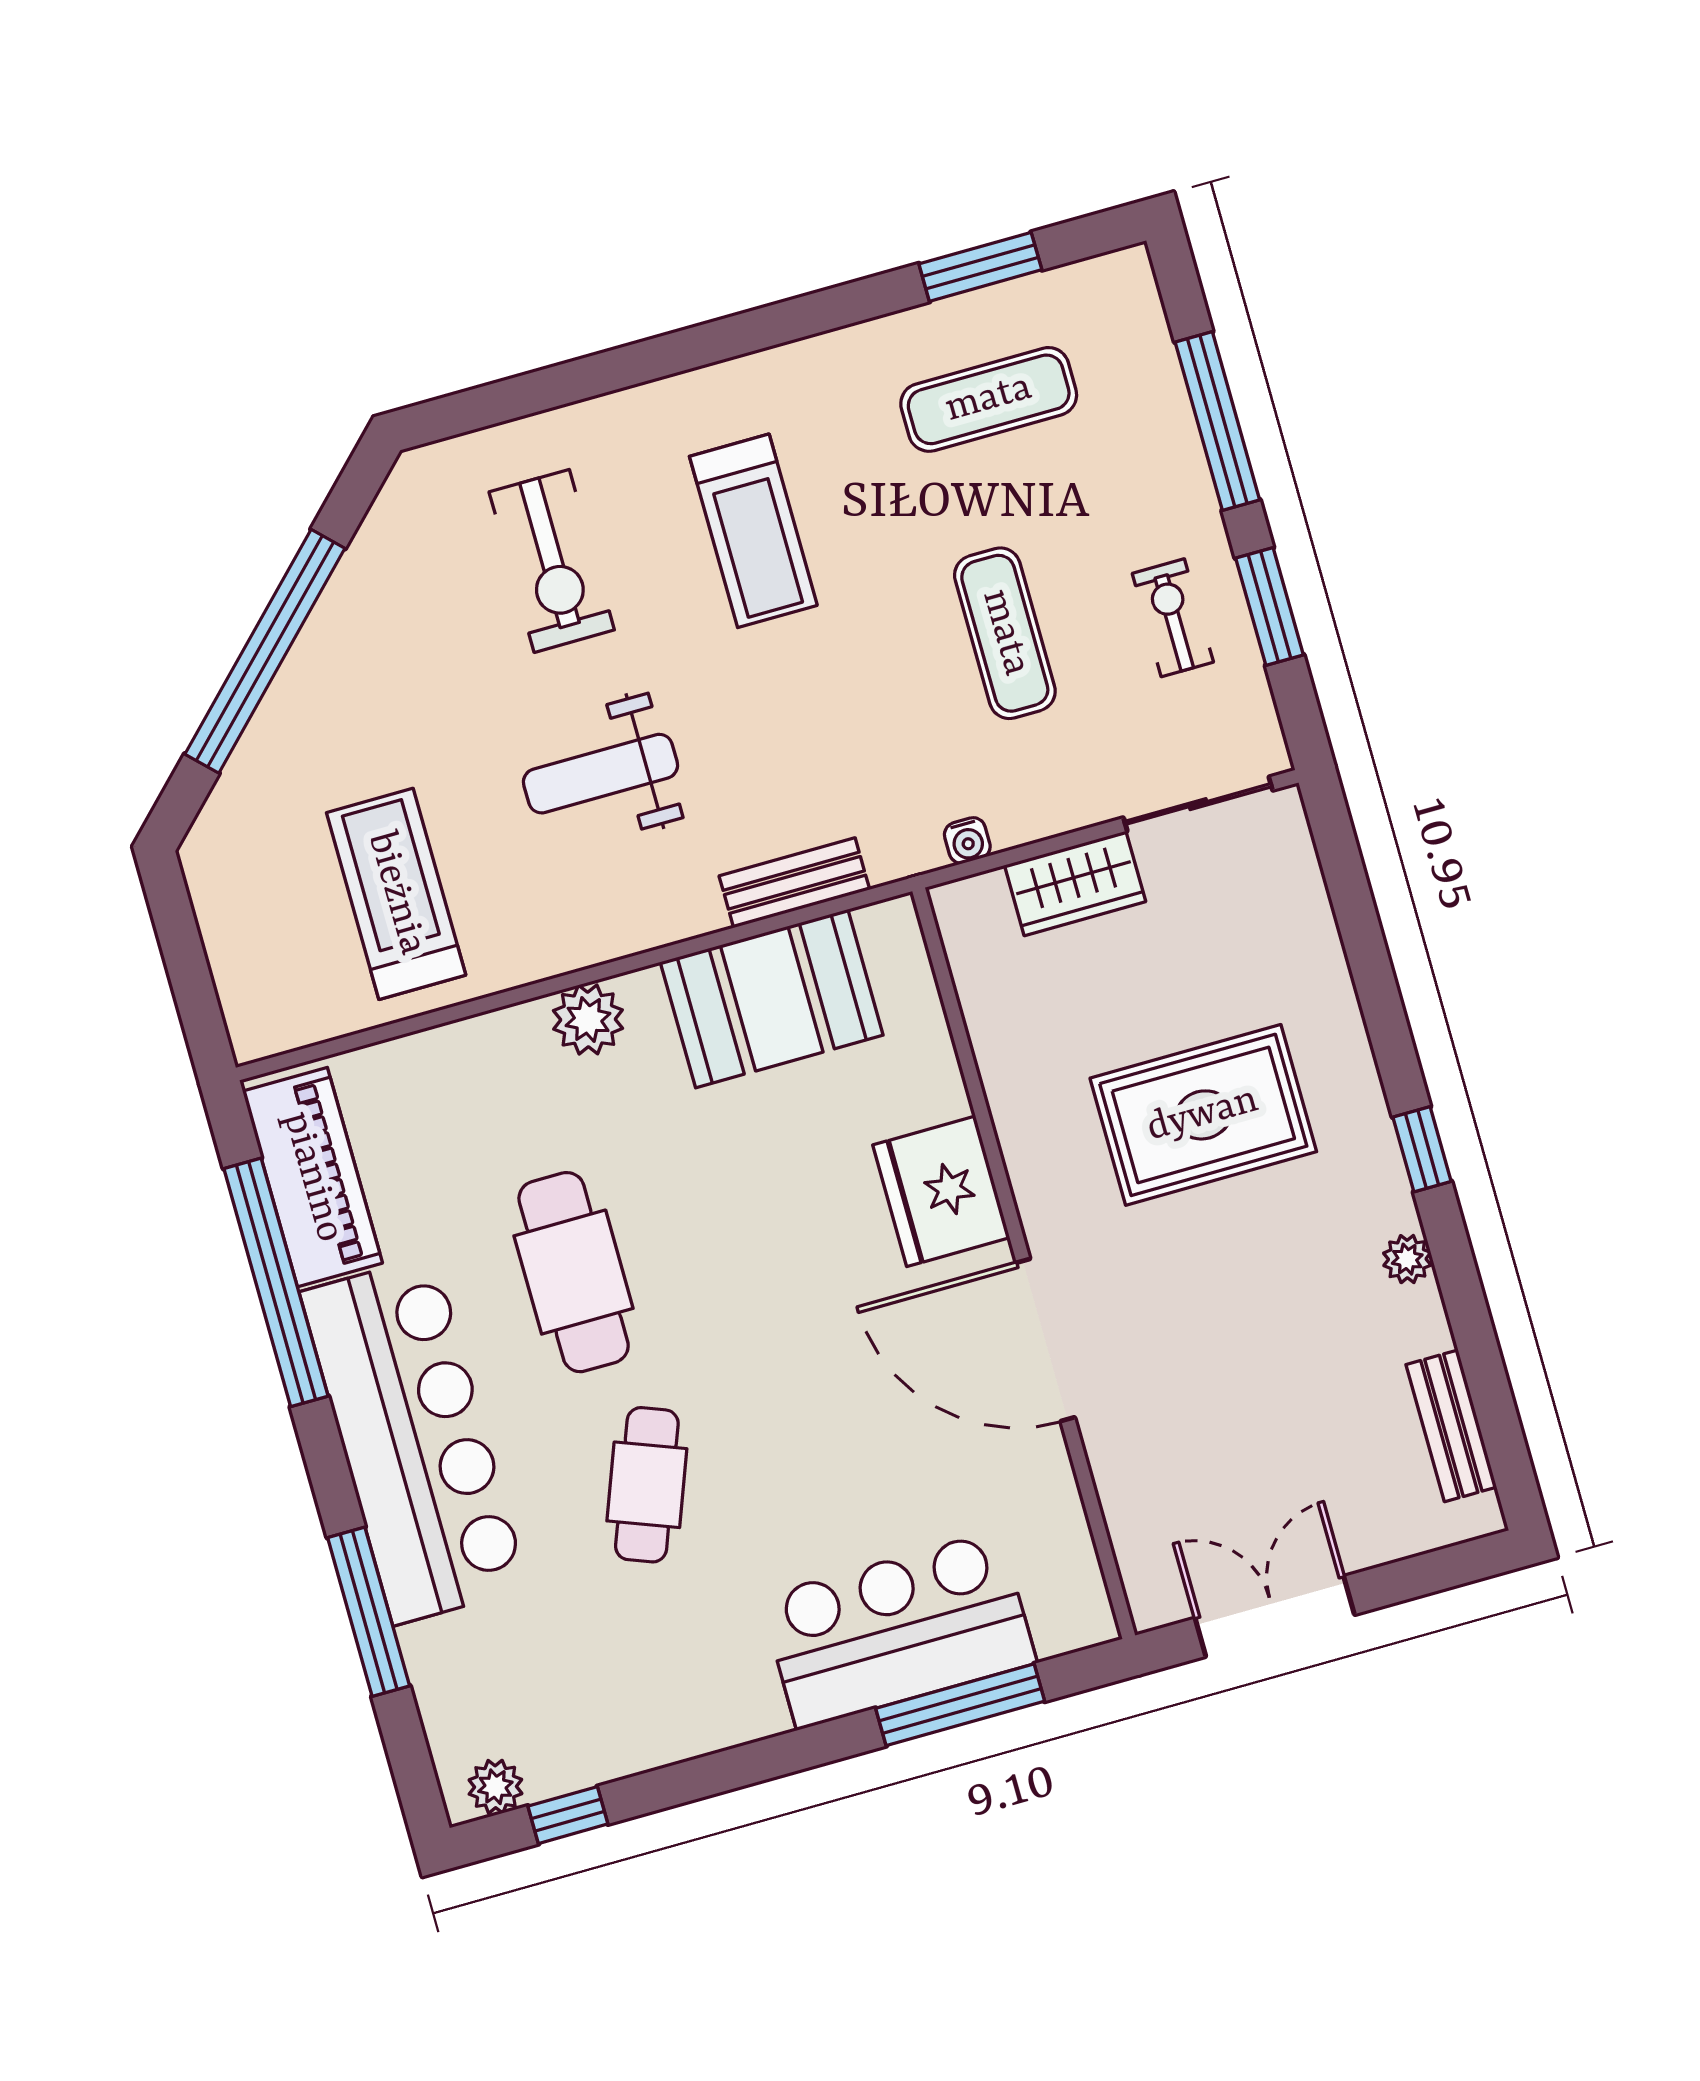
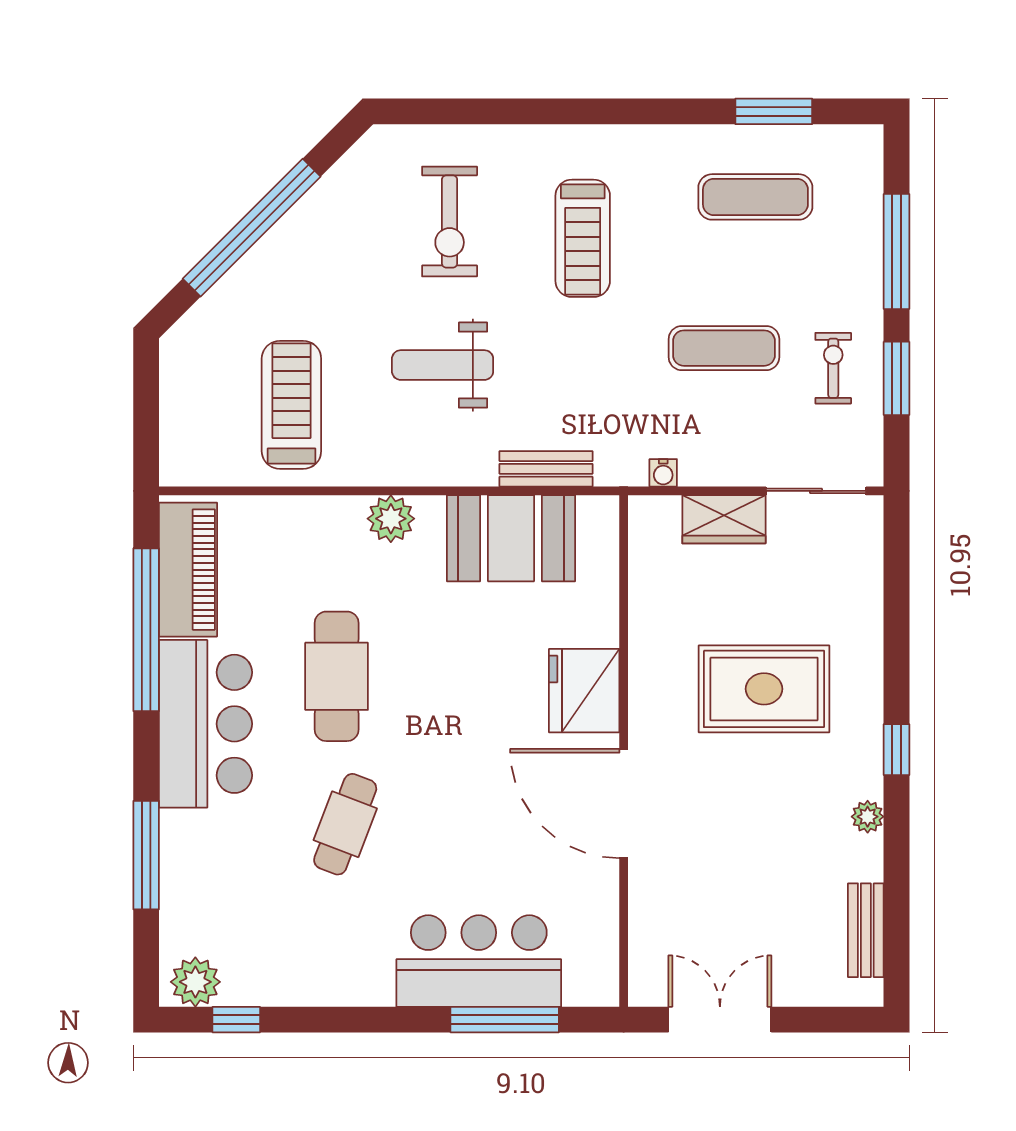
exercise mat: (1005, 633) -> (724, 348), turned 90
bar counter: (414, 1440) -> (205, 724), width x0.73
plant: (495, 1787) -> (195, 982), width x1.38, depth x1.38

